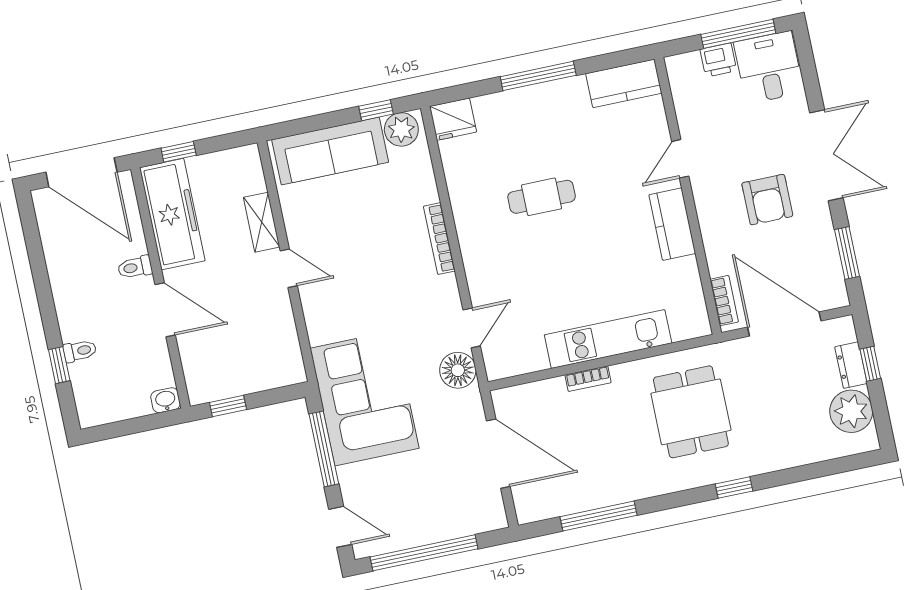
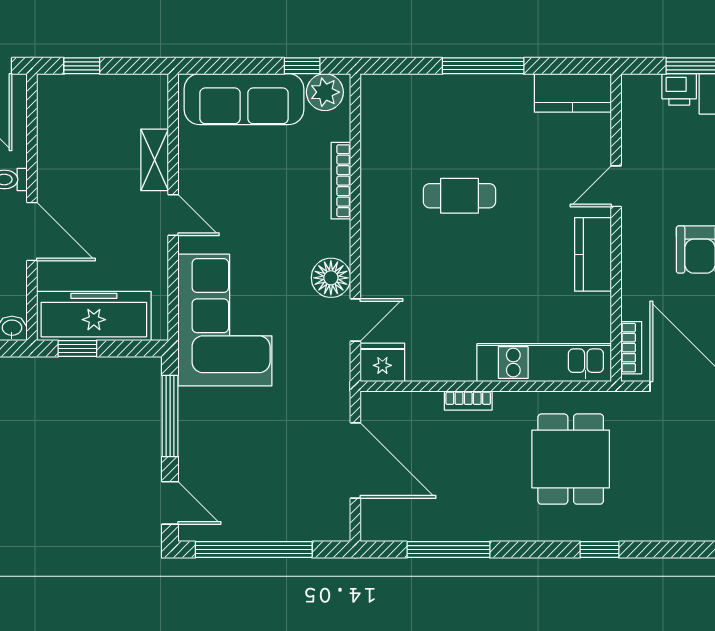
fridge: (453, 119) -> (382, 362), moved, turned 180
freezer: (172, 214) -> (94, 316), moved, turned -90
bookcase: (439, 239) -> (341, 181), moved
kitchen unit: (608, 339) -> (544, 363), moved
floor lamp: (458, 370) -> (331, 278), moved
corner sofa: (364, 398) -> (225, 320), moved

